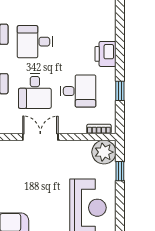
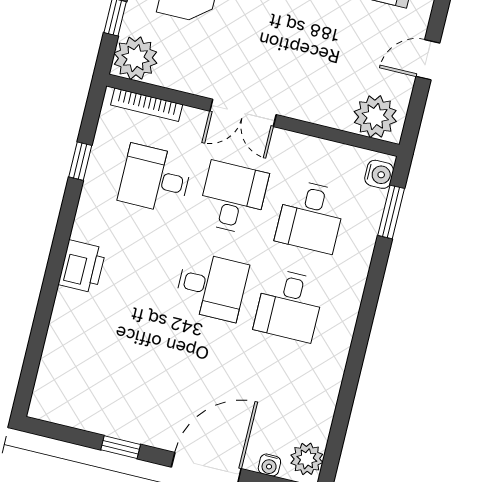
printer: (105, 54) -> (82, 267), moved
bookcase: (99, 129) -> (147, 105), width x1.56

